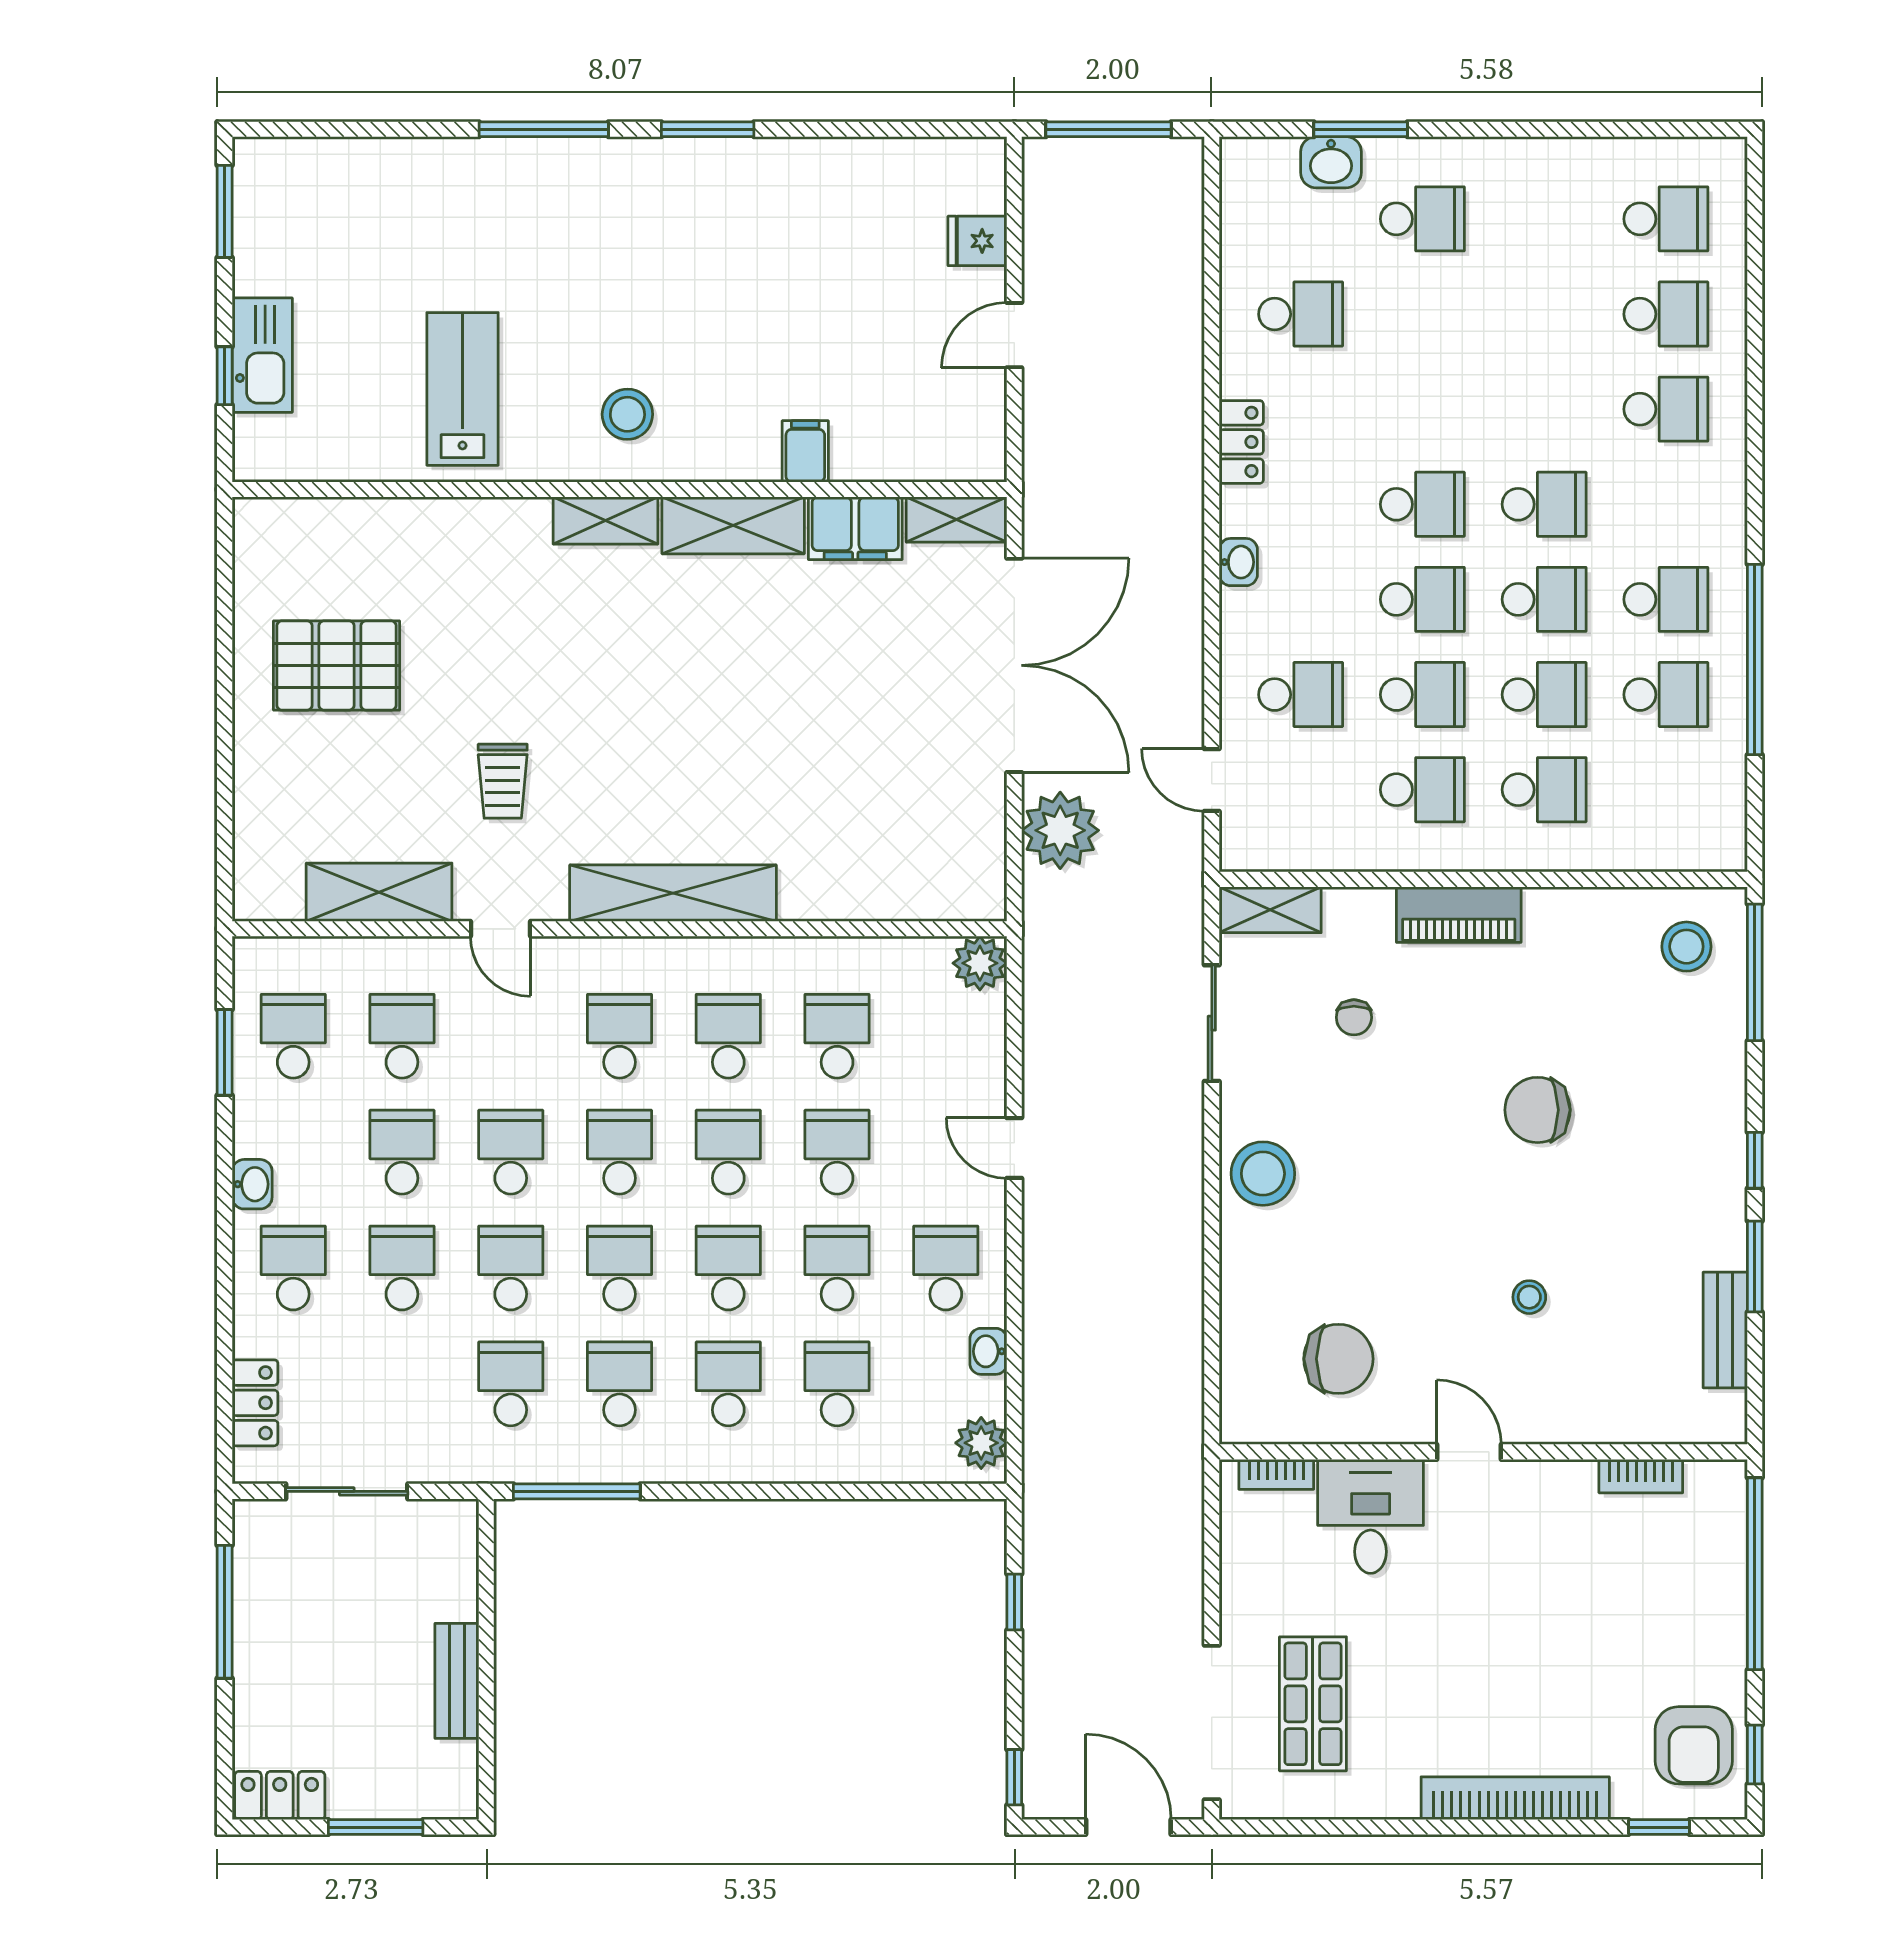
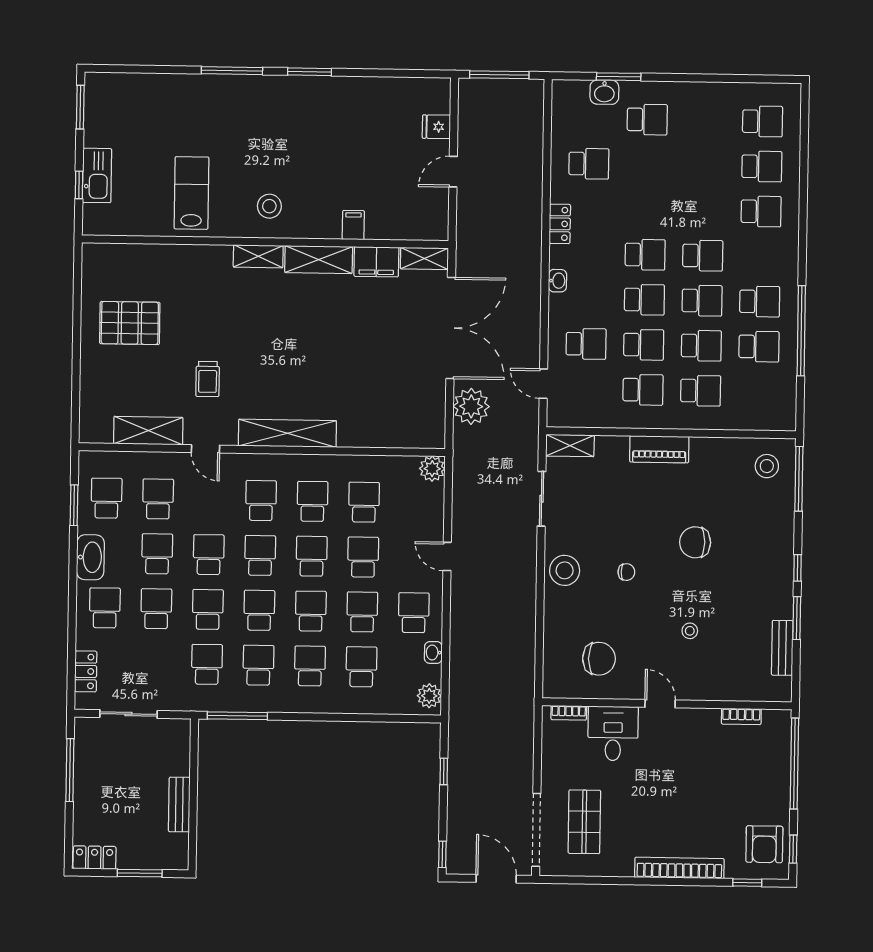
chair: (1354, 1017) -> (626, 572), moved, turned -90
washbasin: (252, 1184) -> (90, 557), width x1.91, depth x1.45

